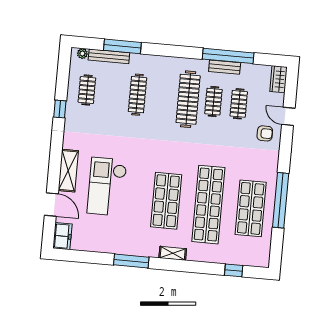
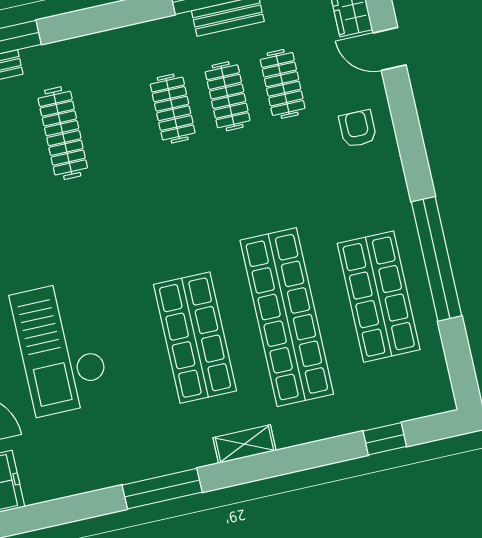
clothes rail: (188, 99) -> (173, 109), width x0.54, depth x0.76
door: (288, 116) -> (390, 49), moved
armchair: (265, 133) -> (358, 129), turned -90

